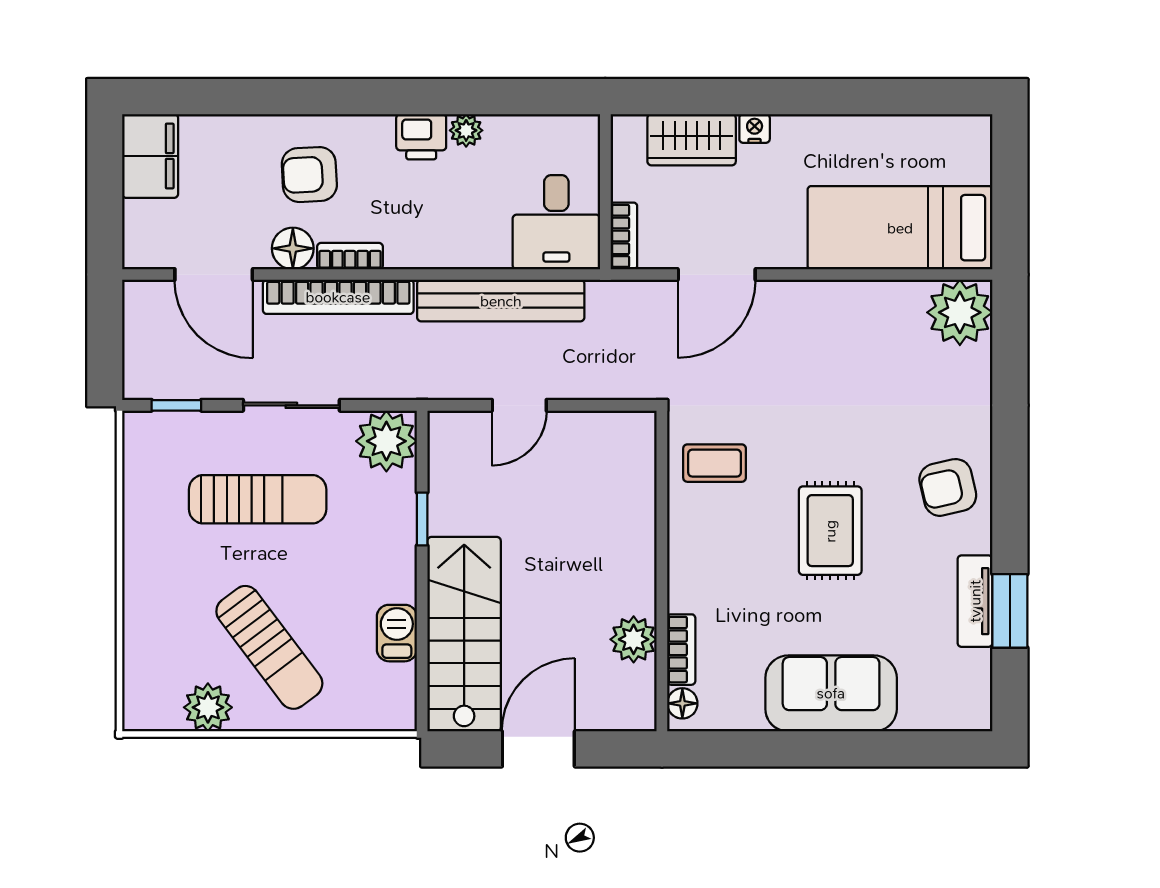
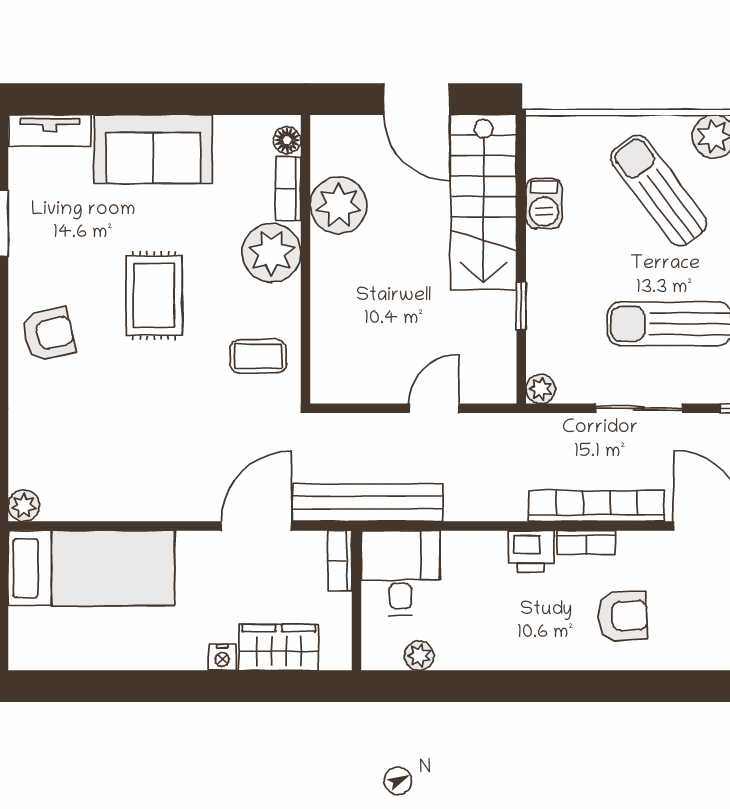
plant: (466, 130) -> (419, 656), moved
printer: (421, 137) -> (531, 551), moved, turned 180
floor lamp: (293, 248) -> (638, 549), removed
bench: (501, 301) -> (368, 503), moved
plant: (960, 312) -> (24, 506), width x0.53, depth x0.53
plant: (386, 441) -> (541, 389), width x0.53, depth x0.53
plant: (700, 578) -> (271, 253), added
tv unit: (975, 601) -> (50, 131), moved, turned 90
plant: (634, 639) -> (339, 205), width x1.36, depth x1.36
door: (538, 749) -> (417, 99), hinge flipped

